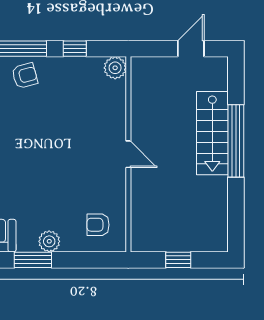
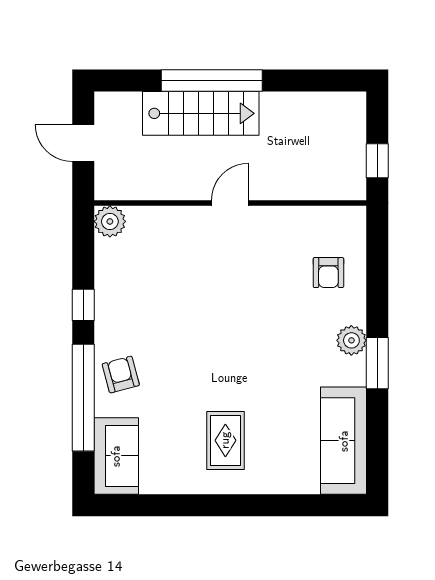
plant: (115, 68) -> (110, 221), moved
door: (128, 154) -> (230, 203), moved
wall: (128, 154) -> (230, 203), moved

